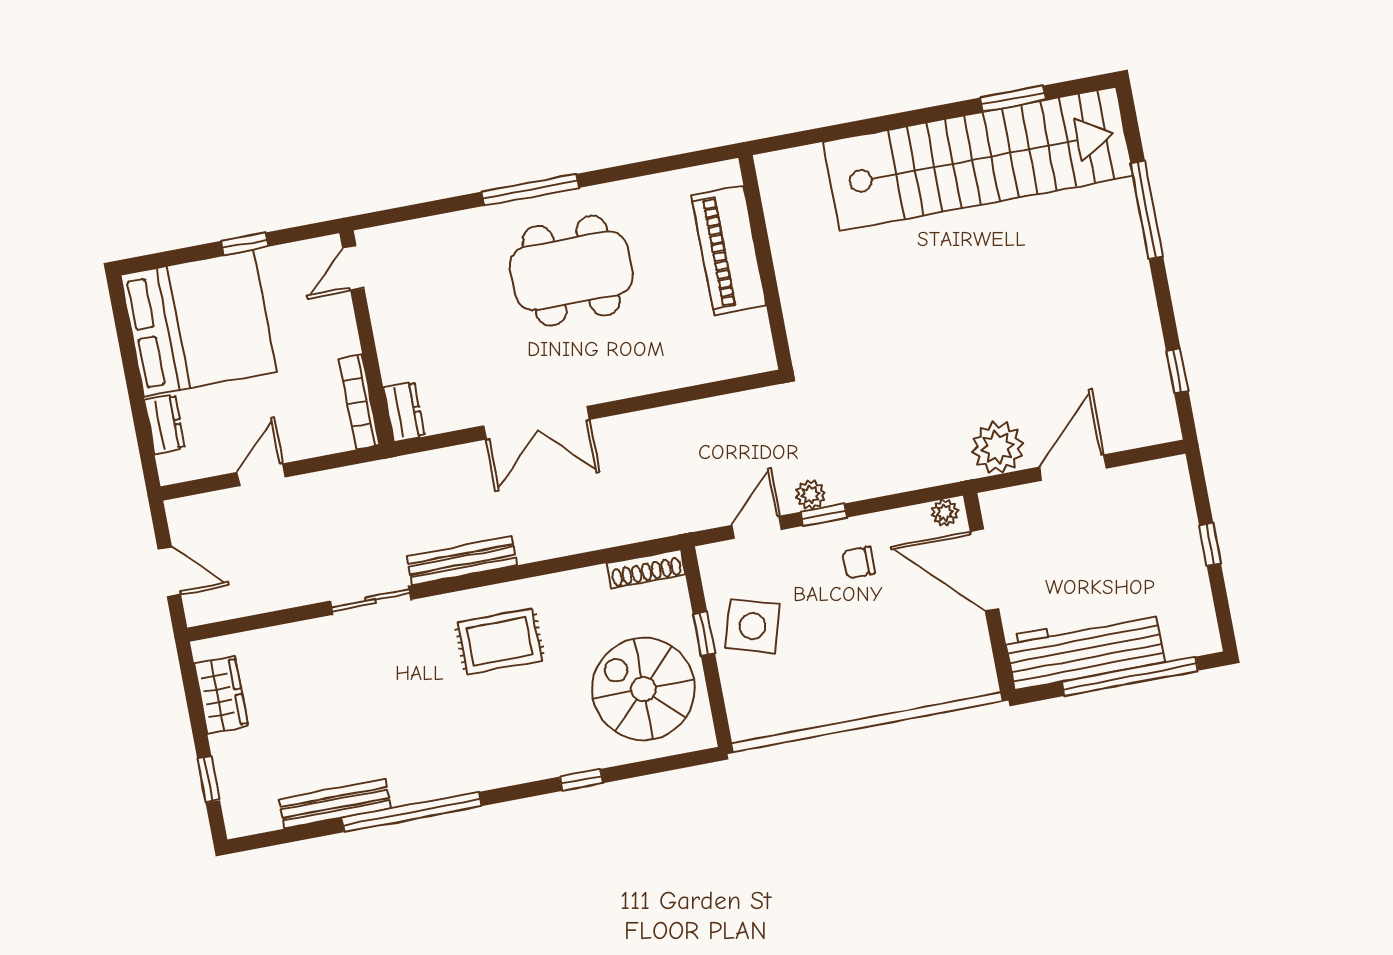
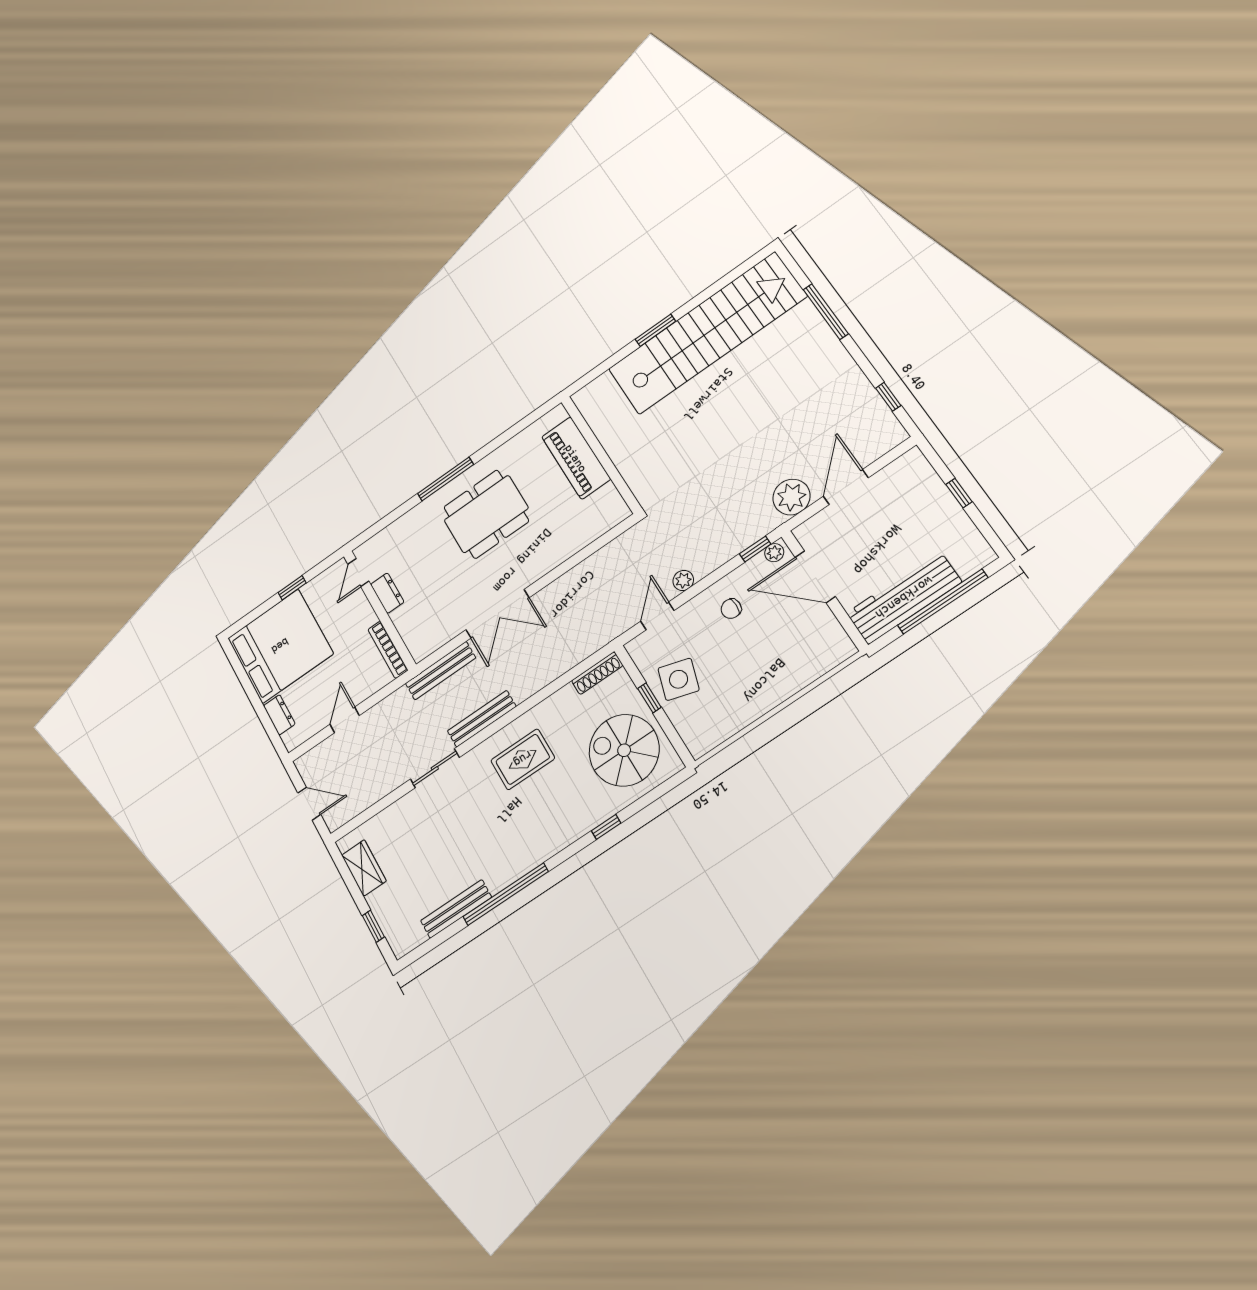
window: (1013, 99) -> (655, 330), moved
dresser: (404, 412) -> (387, 593), moved
bench: (426, 467) -> (440, 671), added
window: (823, 515) -> (755, 549), moved

